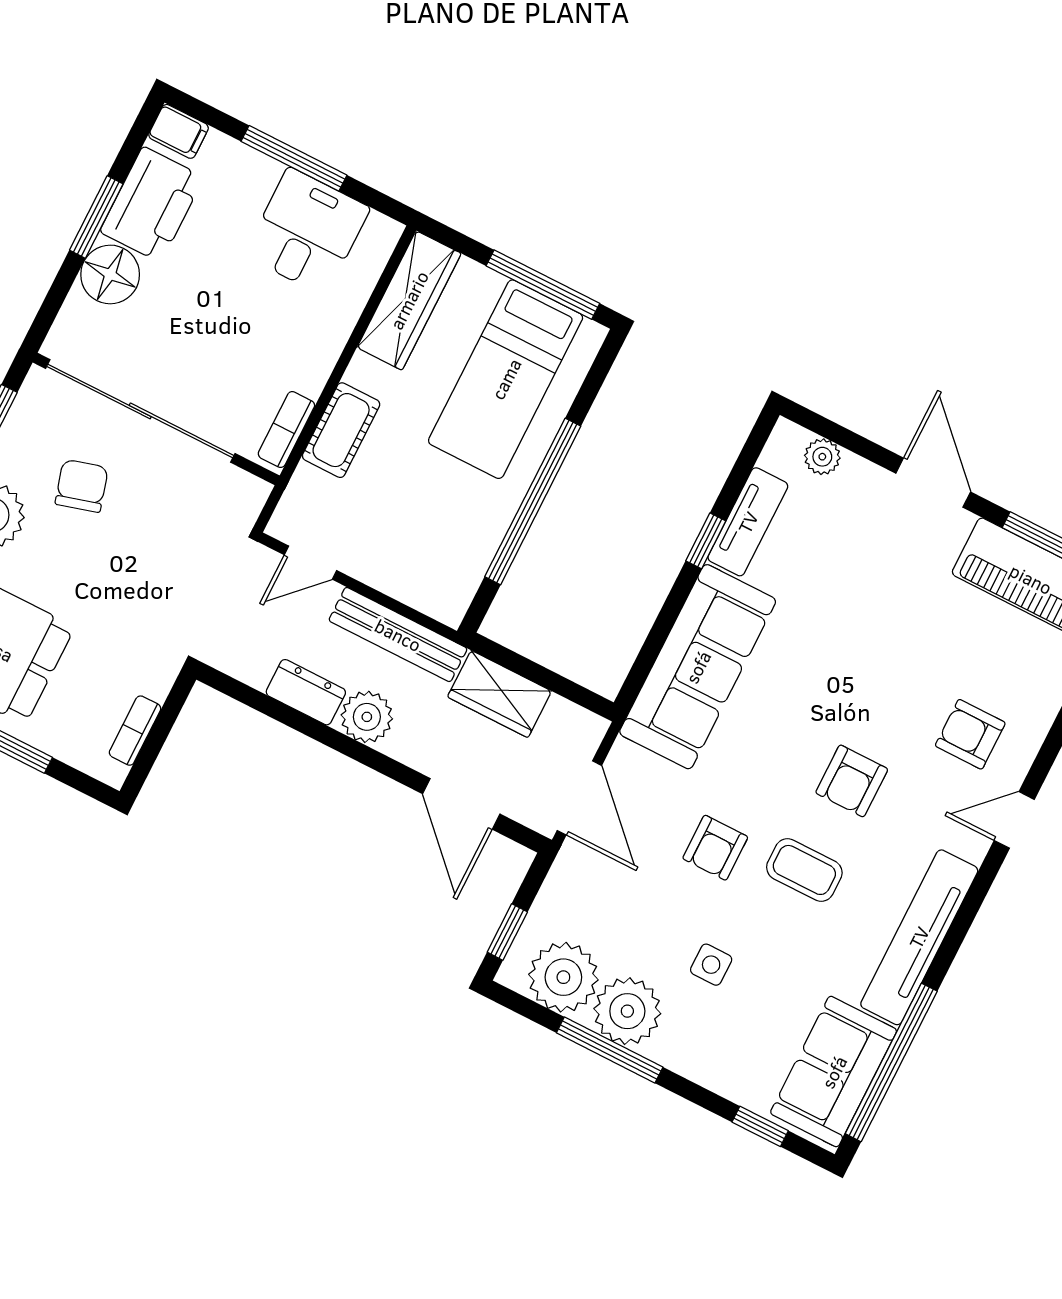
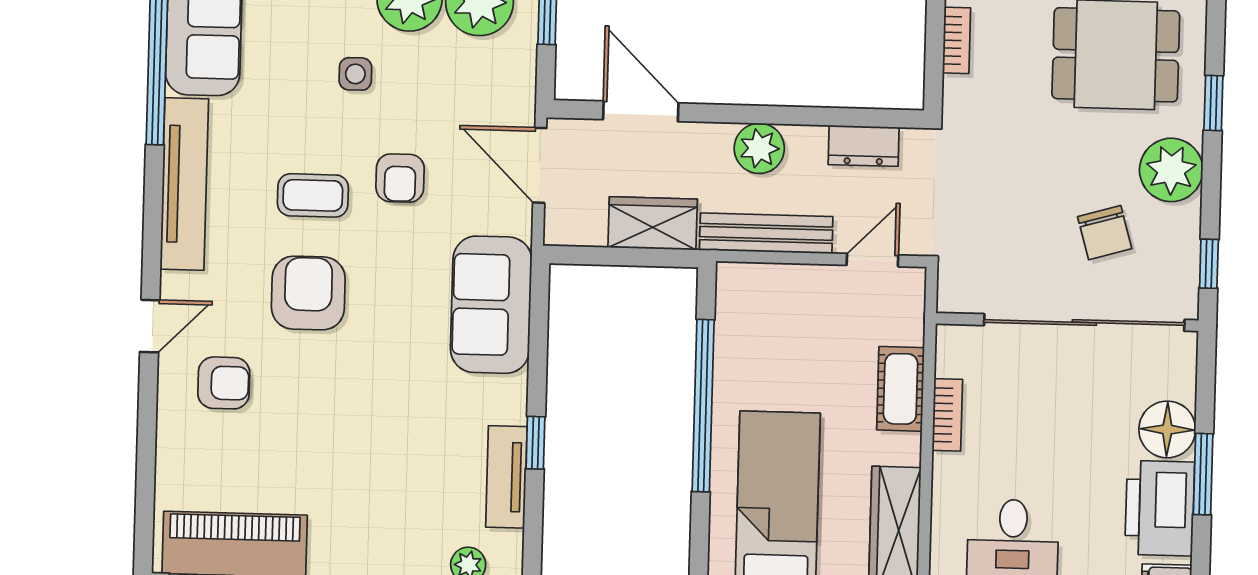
bookcase: (286, 430) -> (947, 415), moved
sofa: (698, 667) -> (491, 305), width x0.73
dresser: (306, 692) -> (864, 146), moved
armchair: (852, 781) -> (308, 293), width x1.38, depth x1.38
armchair: (715, 848) -> (400, 178), turned 180

